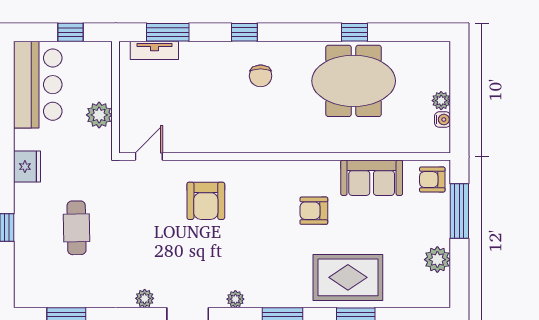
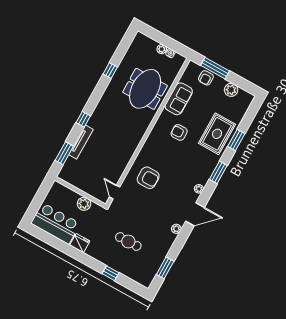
window: (71, 32) -> (40, 196), removed
tv unit: (154, 50) -> (81, 142), moved, width x1.41
chair: (261, 76) -> (106, 123), removed
meeting table: (354, 81) -> (145, 89), moved
fridge: (27, 167) -> (80, 243), moved
armchair: (432, 180) -> (206, 78), moved
armchair: (314, 211) -> (179, 132), turned 88

